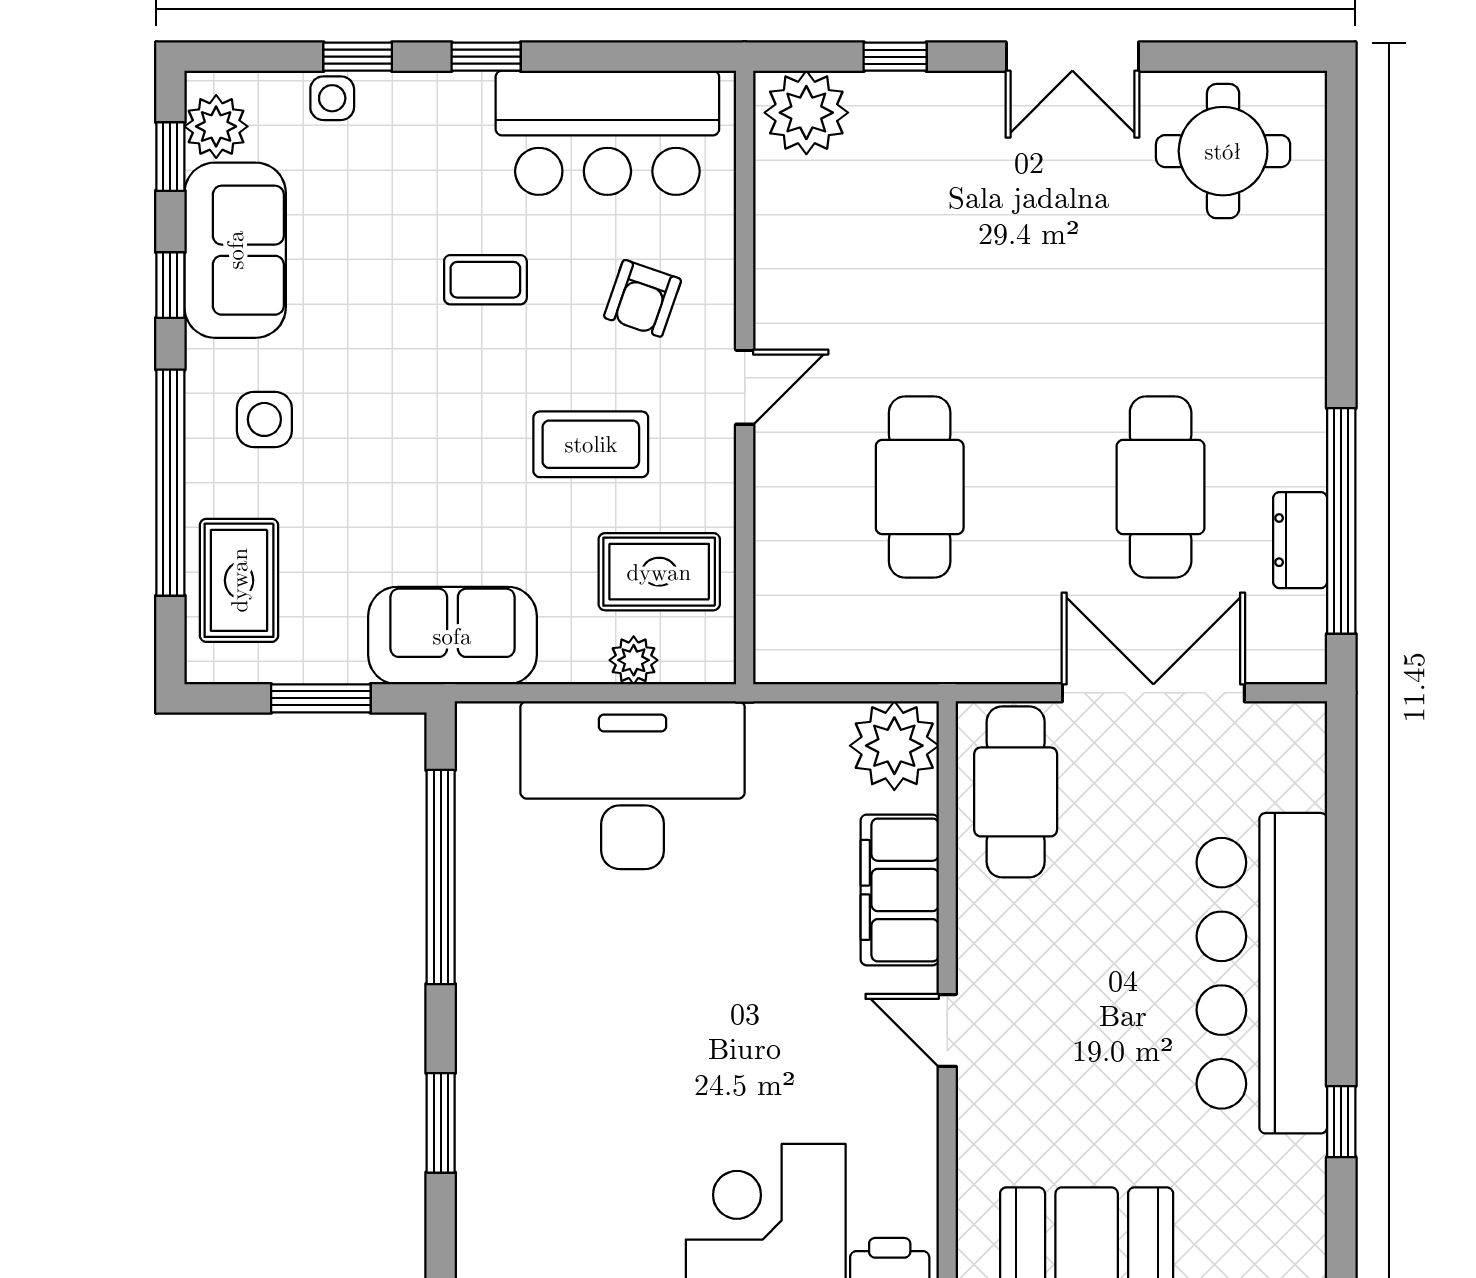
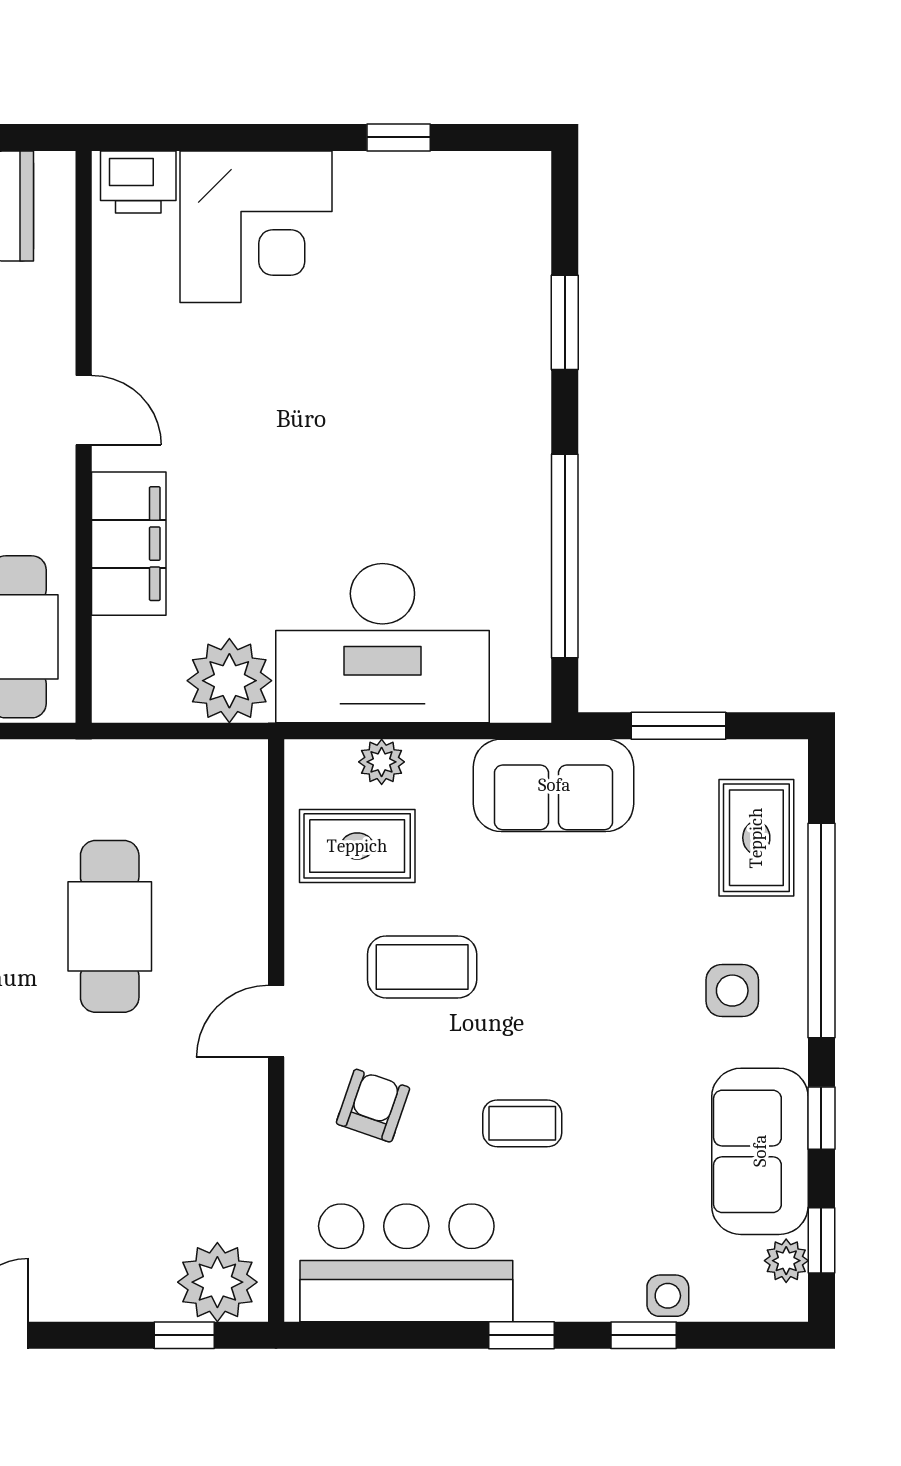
window: (895, 57) -> (184, 1335), moved
plant: (216, 126) -> (786, 1261), width x0.73, depth x0.73
plant: (894, 746) -> (229, 681), moved

